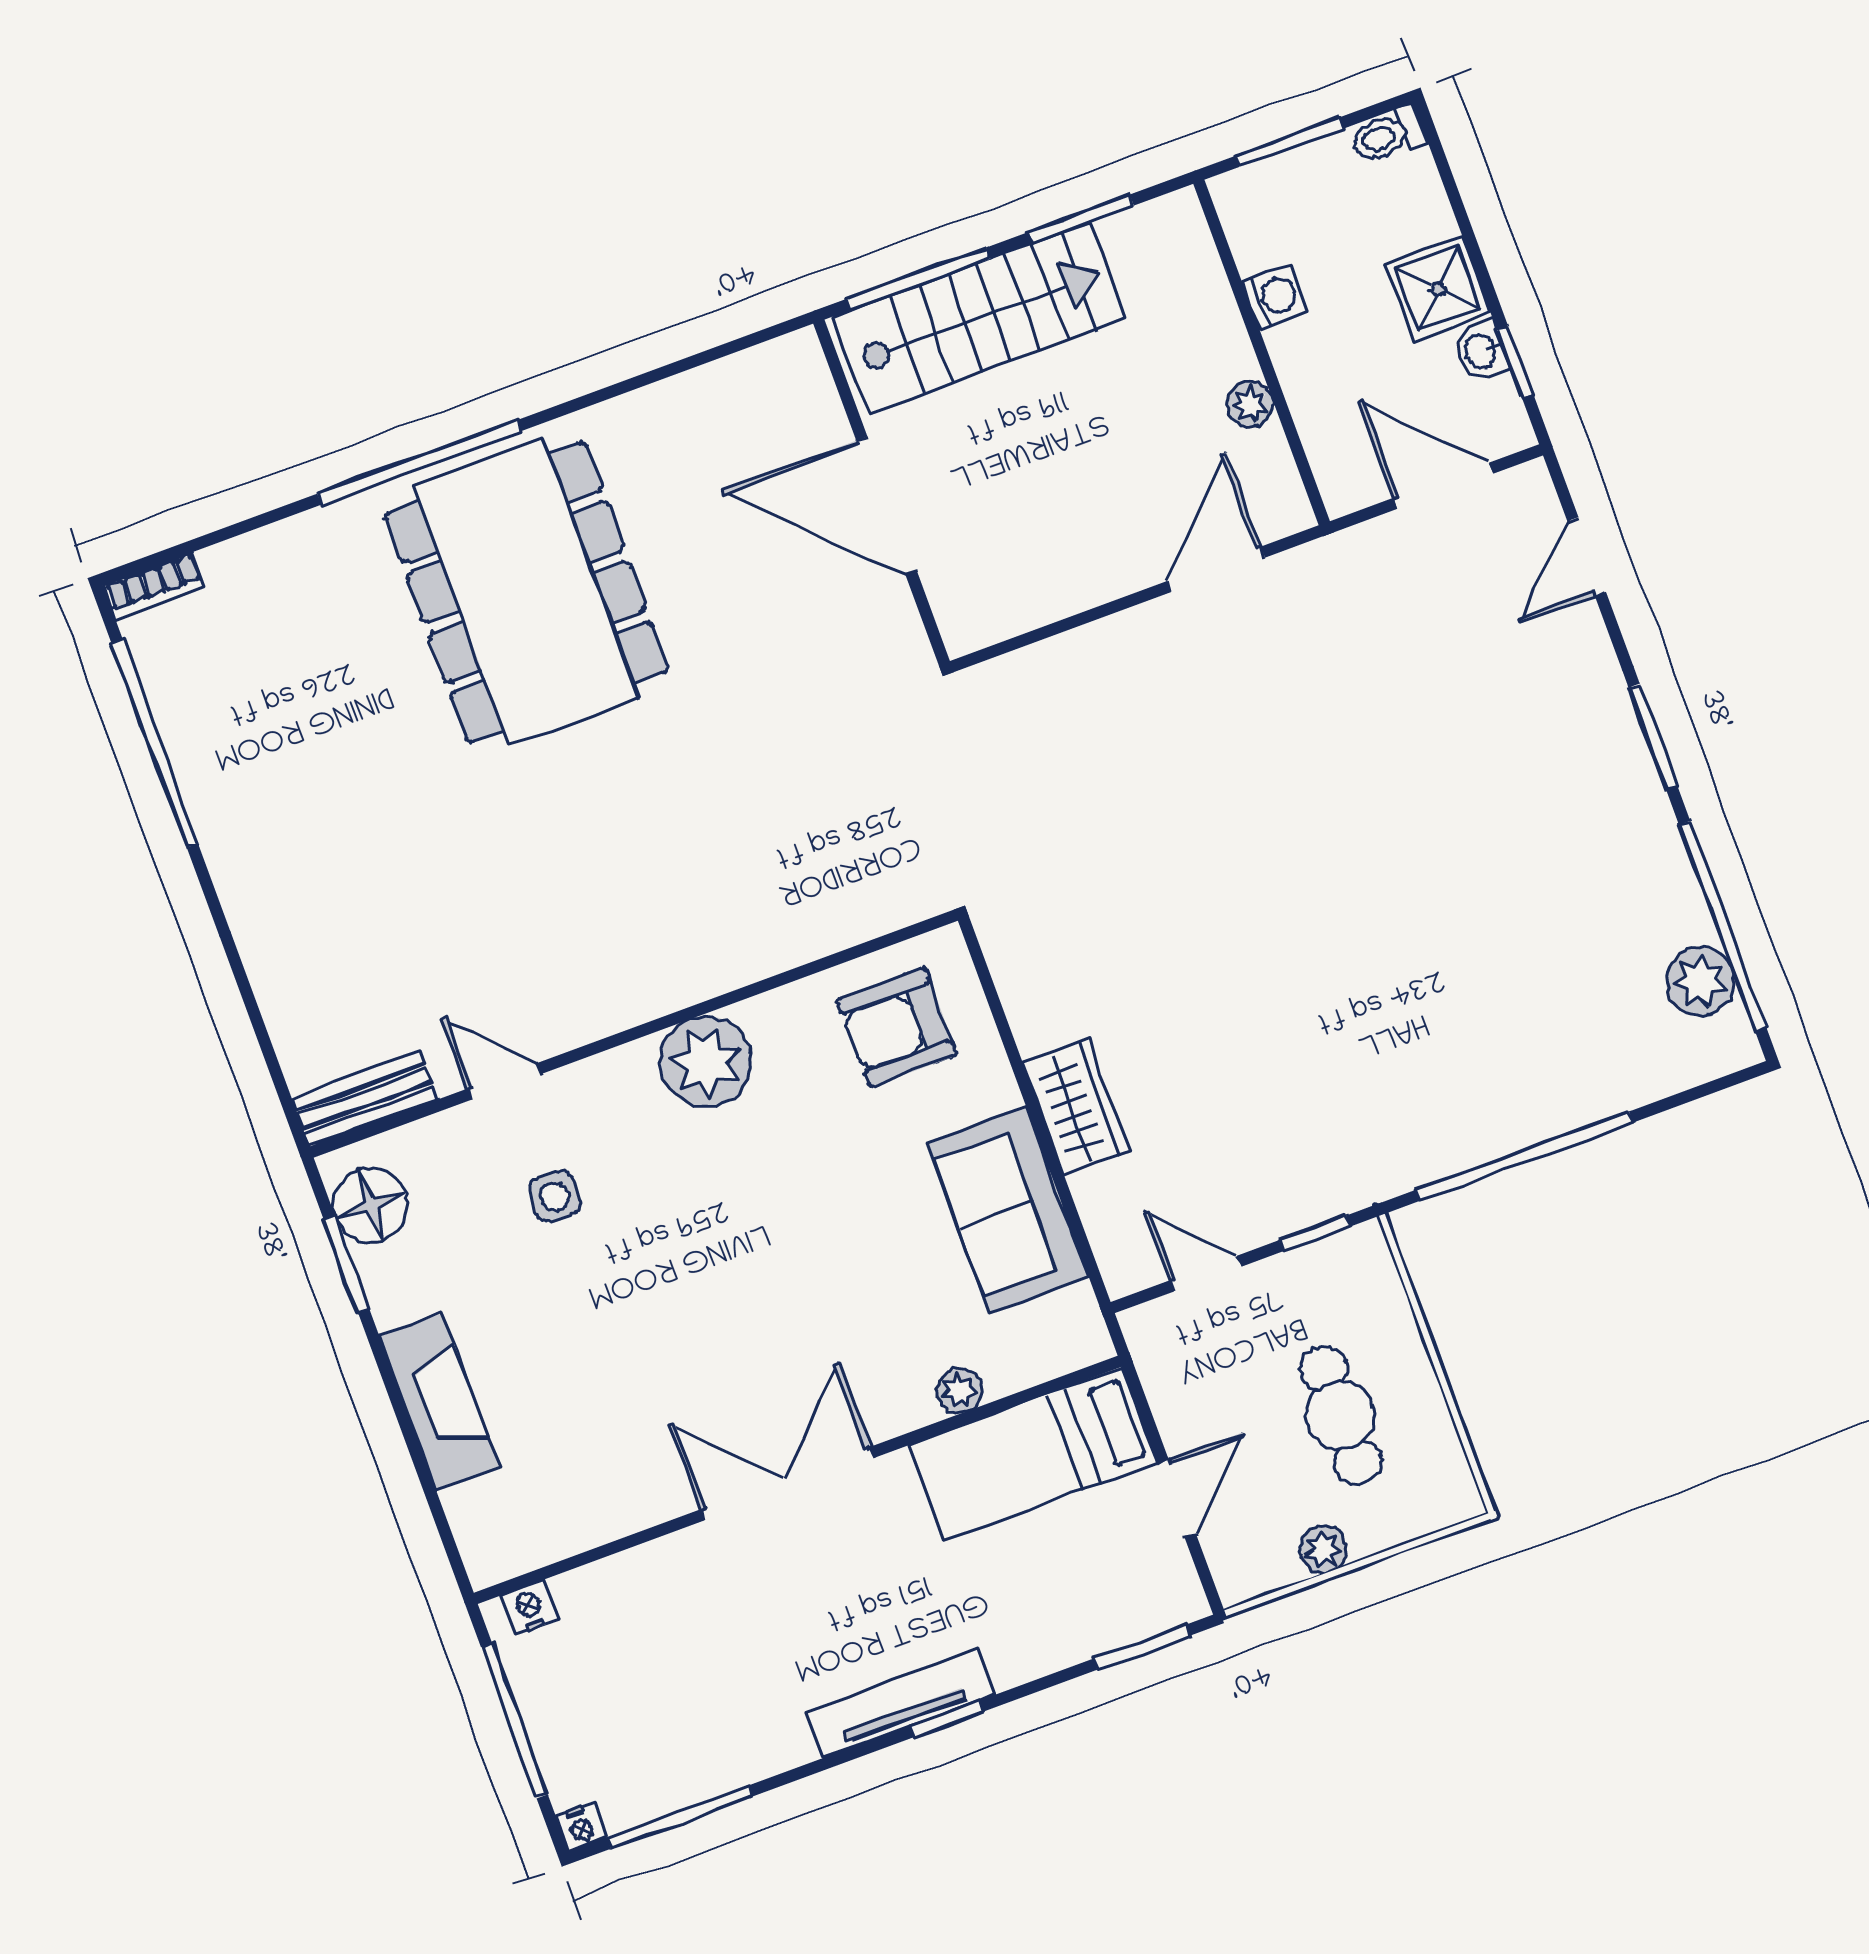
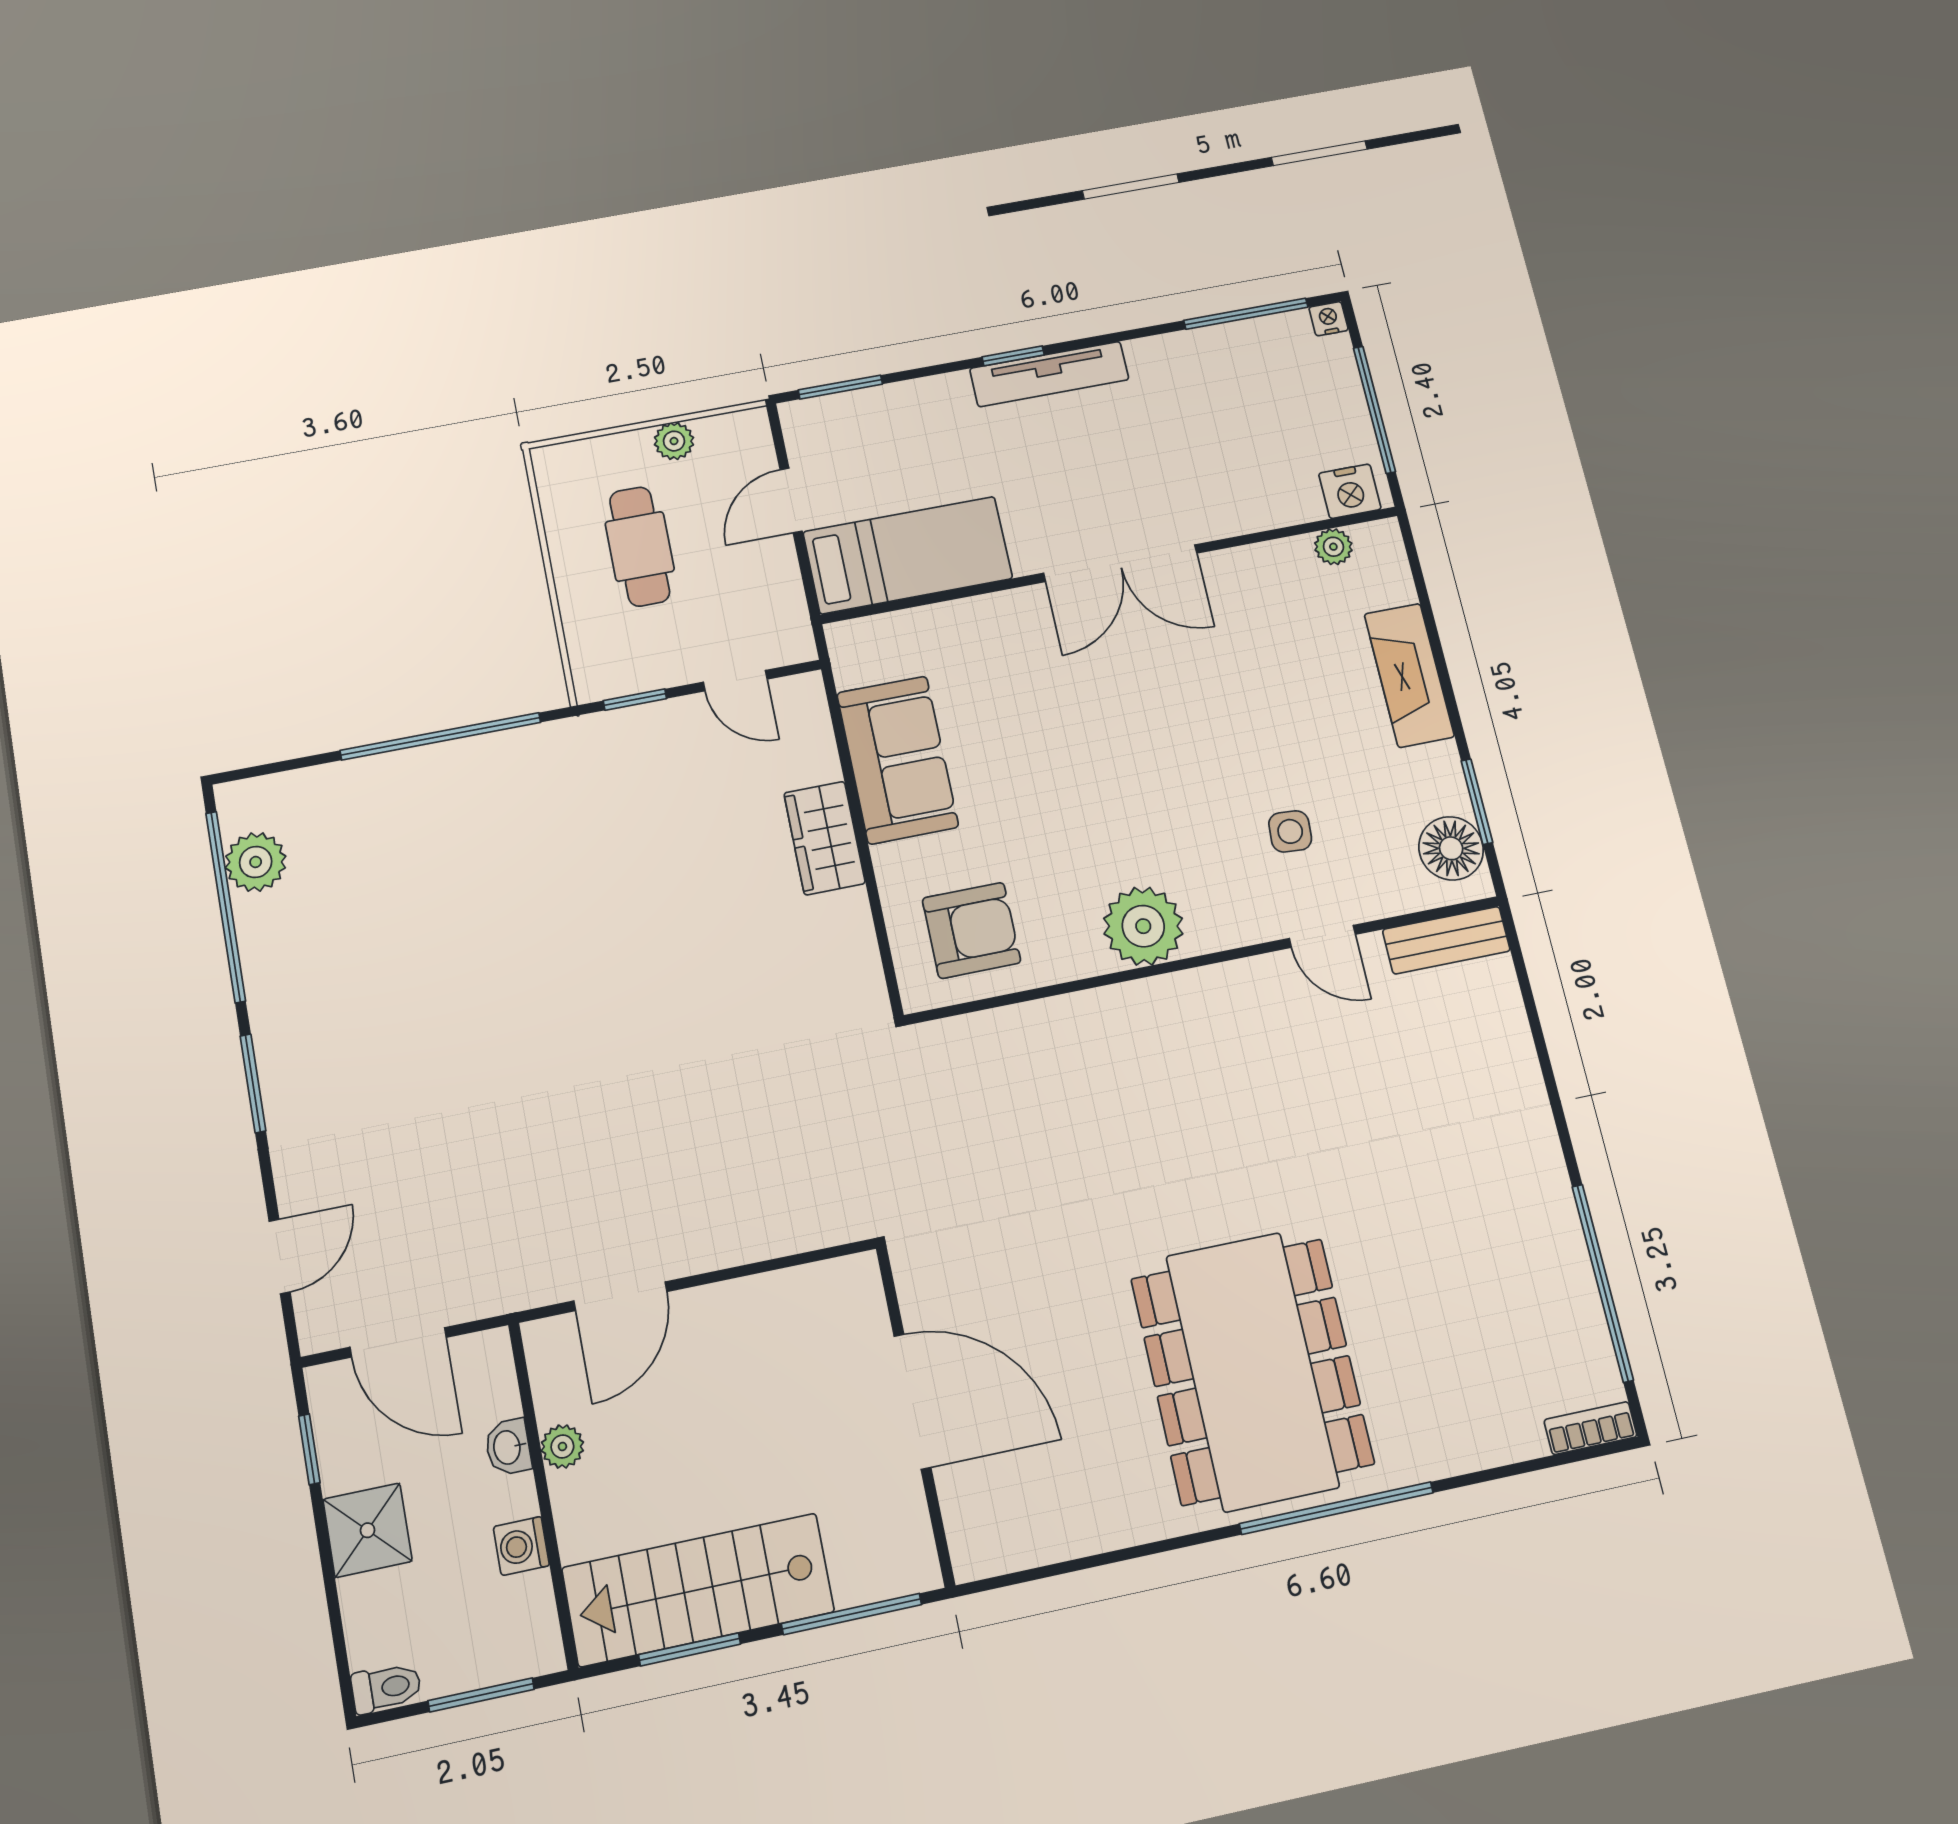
stairs: (980, 318) -> (698, 1590), moved
washbasin: (1481, 351) -> (508, 1447), moved, turned 180
plant: (959, 1390) -> (1333, 547), moved
nightstand: (529, 1607) -> (1350, 491), width x1.39, depth x1.35

